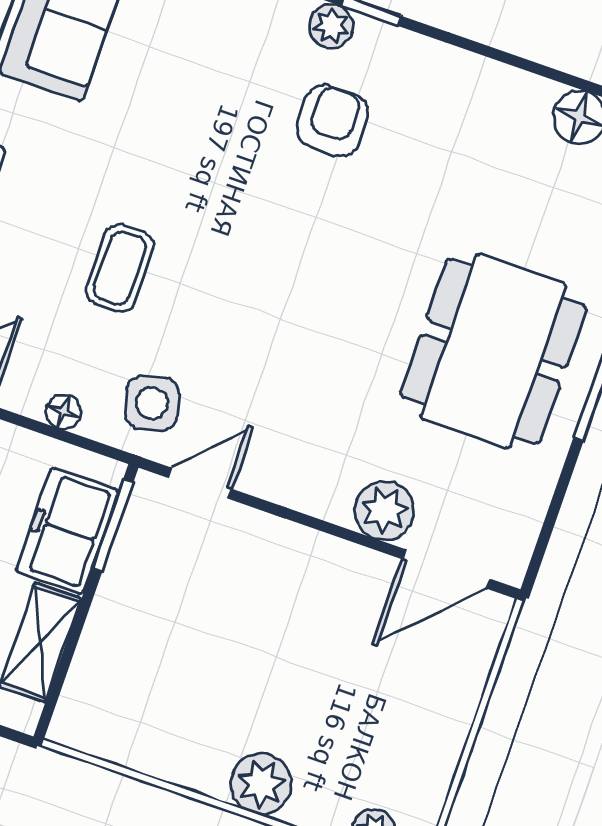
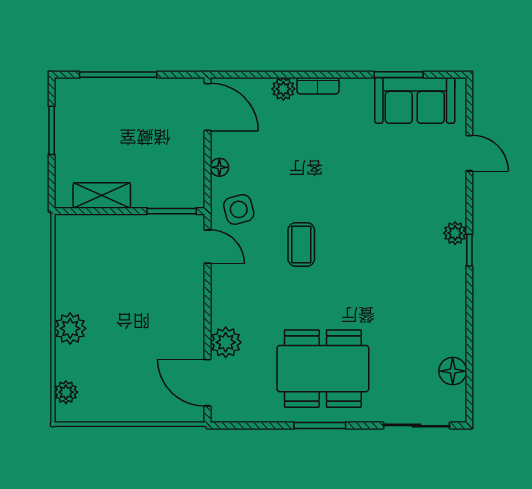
armchair: (333, 121) -> (409, 250), removed
coffee table: (120, 268) -> (301, 245), moved, turned 90
freezer: (67, 531) -> (161, 190), removed

